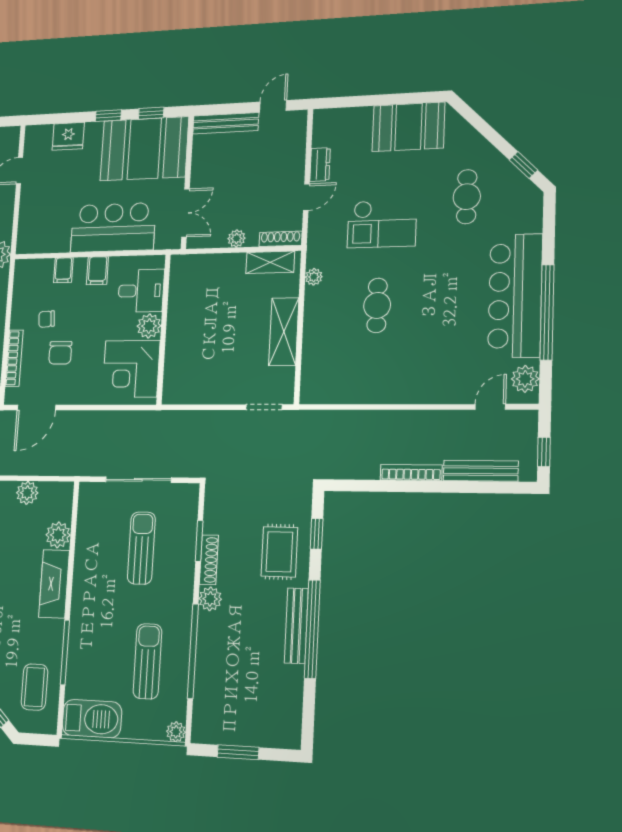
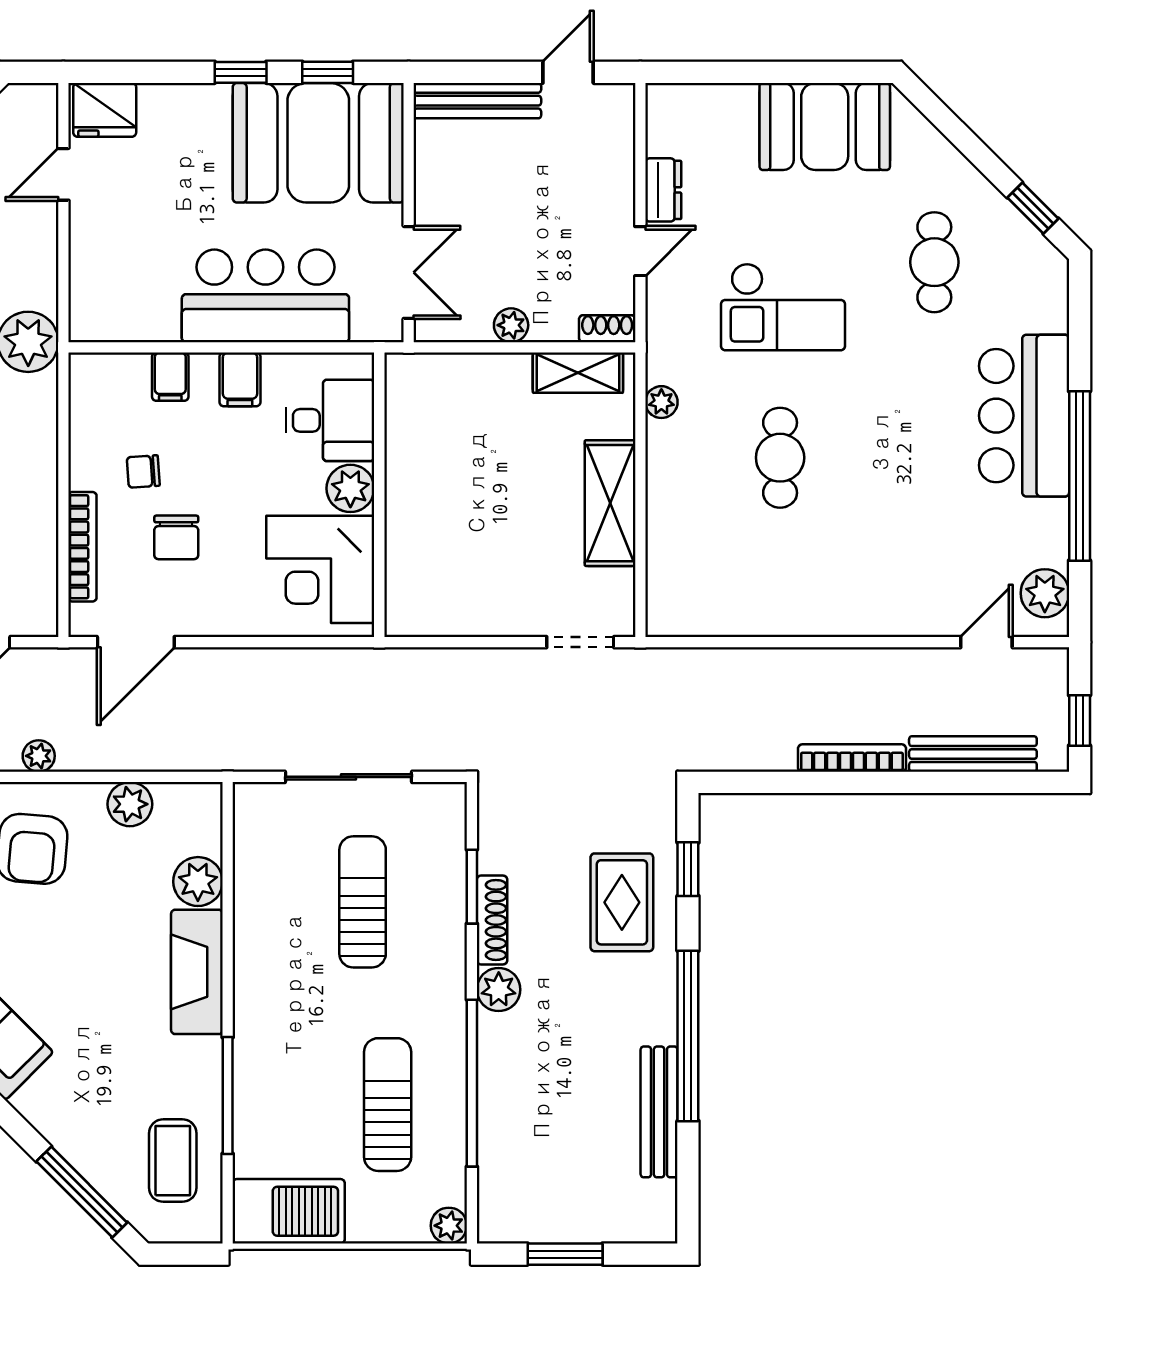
fridge: (68, 136) -> (105, 110), moved
shoe rack: (280, 239) -> (607, 329), width x0.70
bar counter: (515, 296) -> (1024, 416), width x0.73
bench: (296, 626) -> (659, 1112), moved

